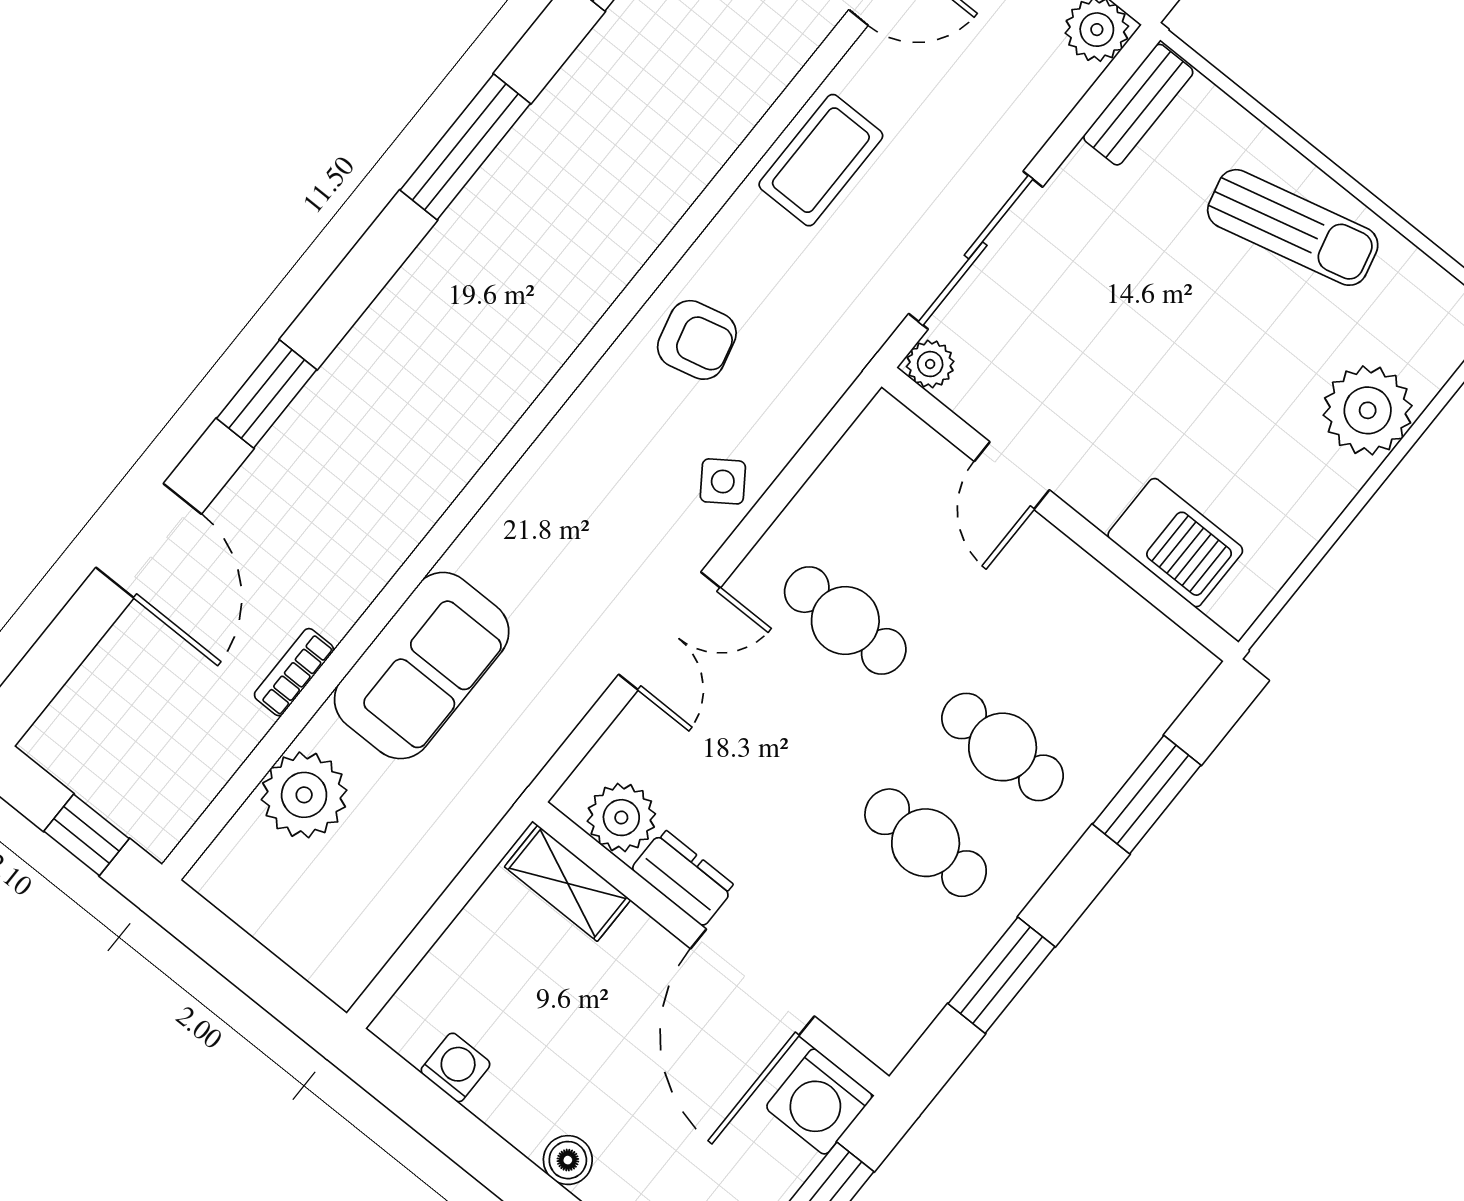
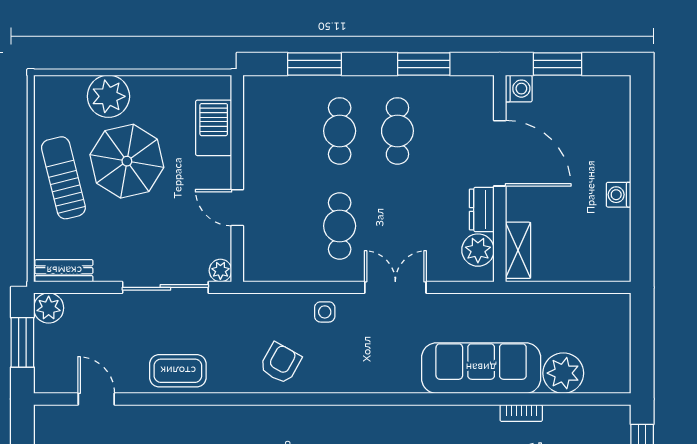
armchair: (697, 340) -> (280, 363), turned 43
parasol: (1236, 355) -> (127, 161), added
door: (1012, 476) -> (237, 208), swing flipped
side table: (723, 481) -> (325, 312), turned 35
sofa: (422, 666) -> (481, 368), width x1.36
door: (752, 982) -> (500, 153), hinge flipped
washing machine: (455, 1067) -> (619, 195), moved
washing machine: (819, 1101) -> (519, 89), width x0.73, depth x0.73
boiler: (568, 1160) -> (619, 169), removed

